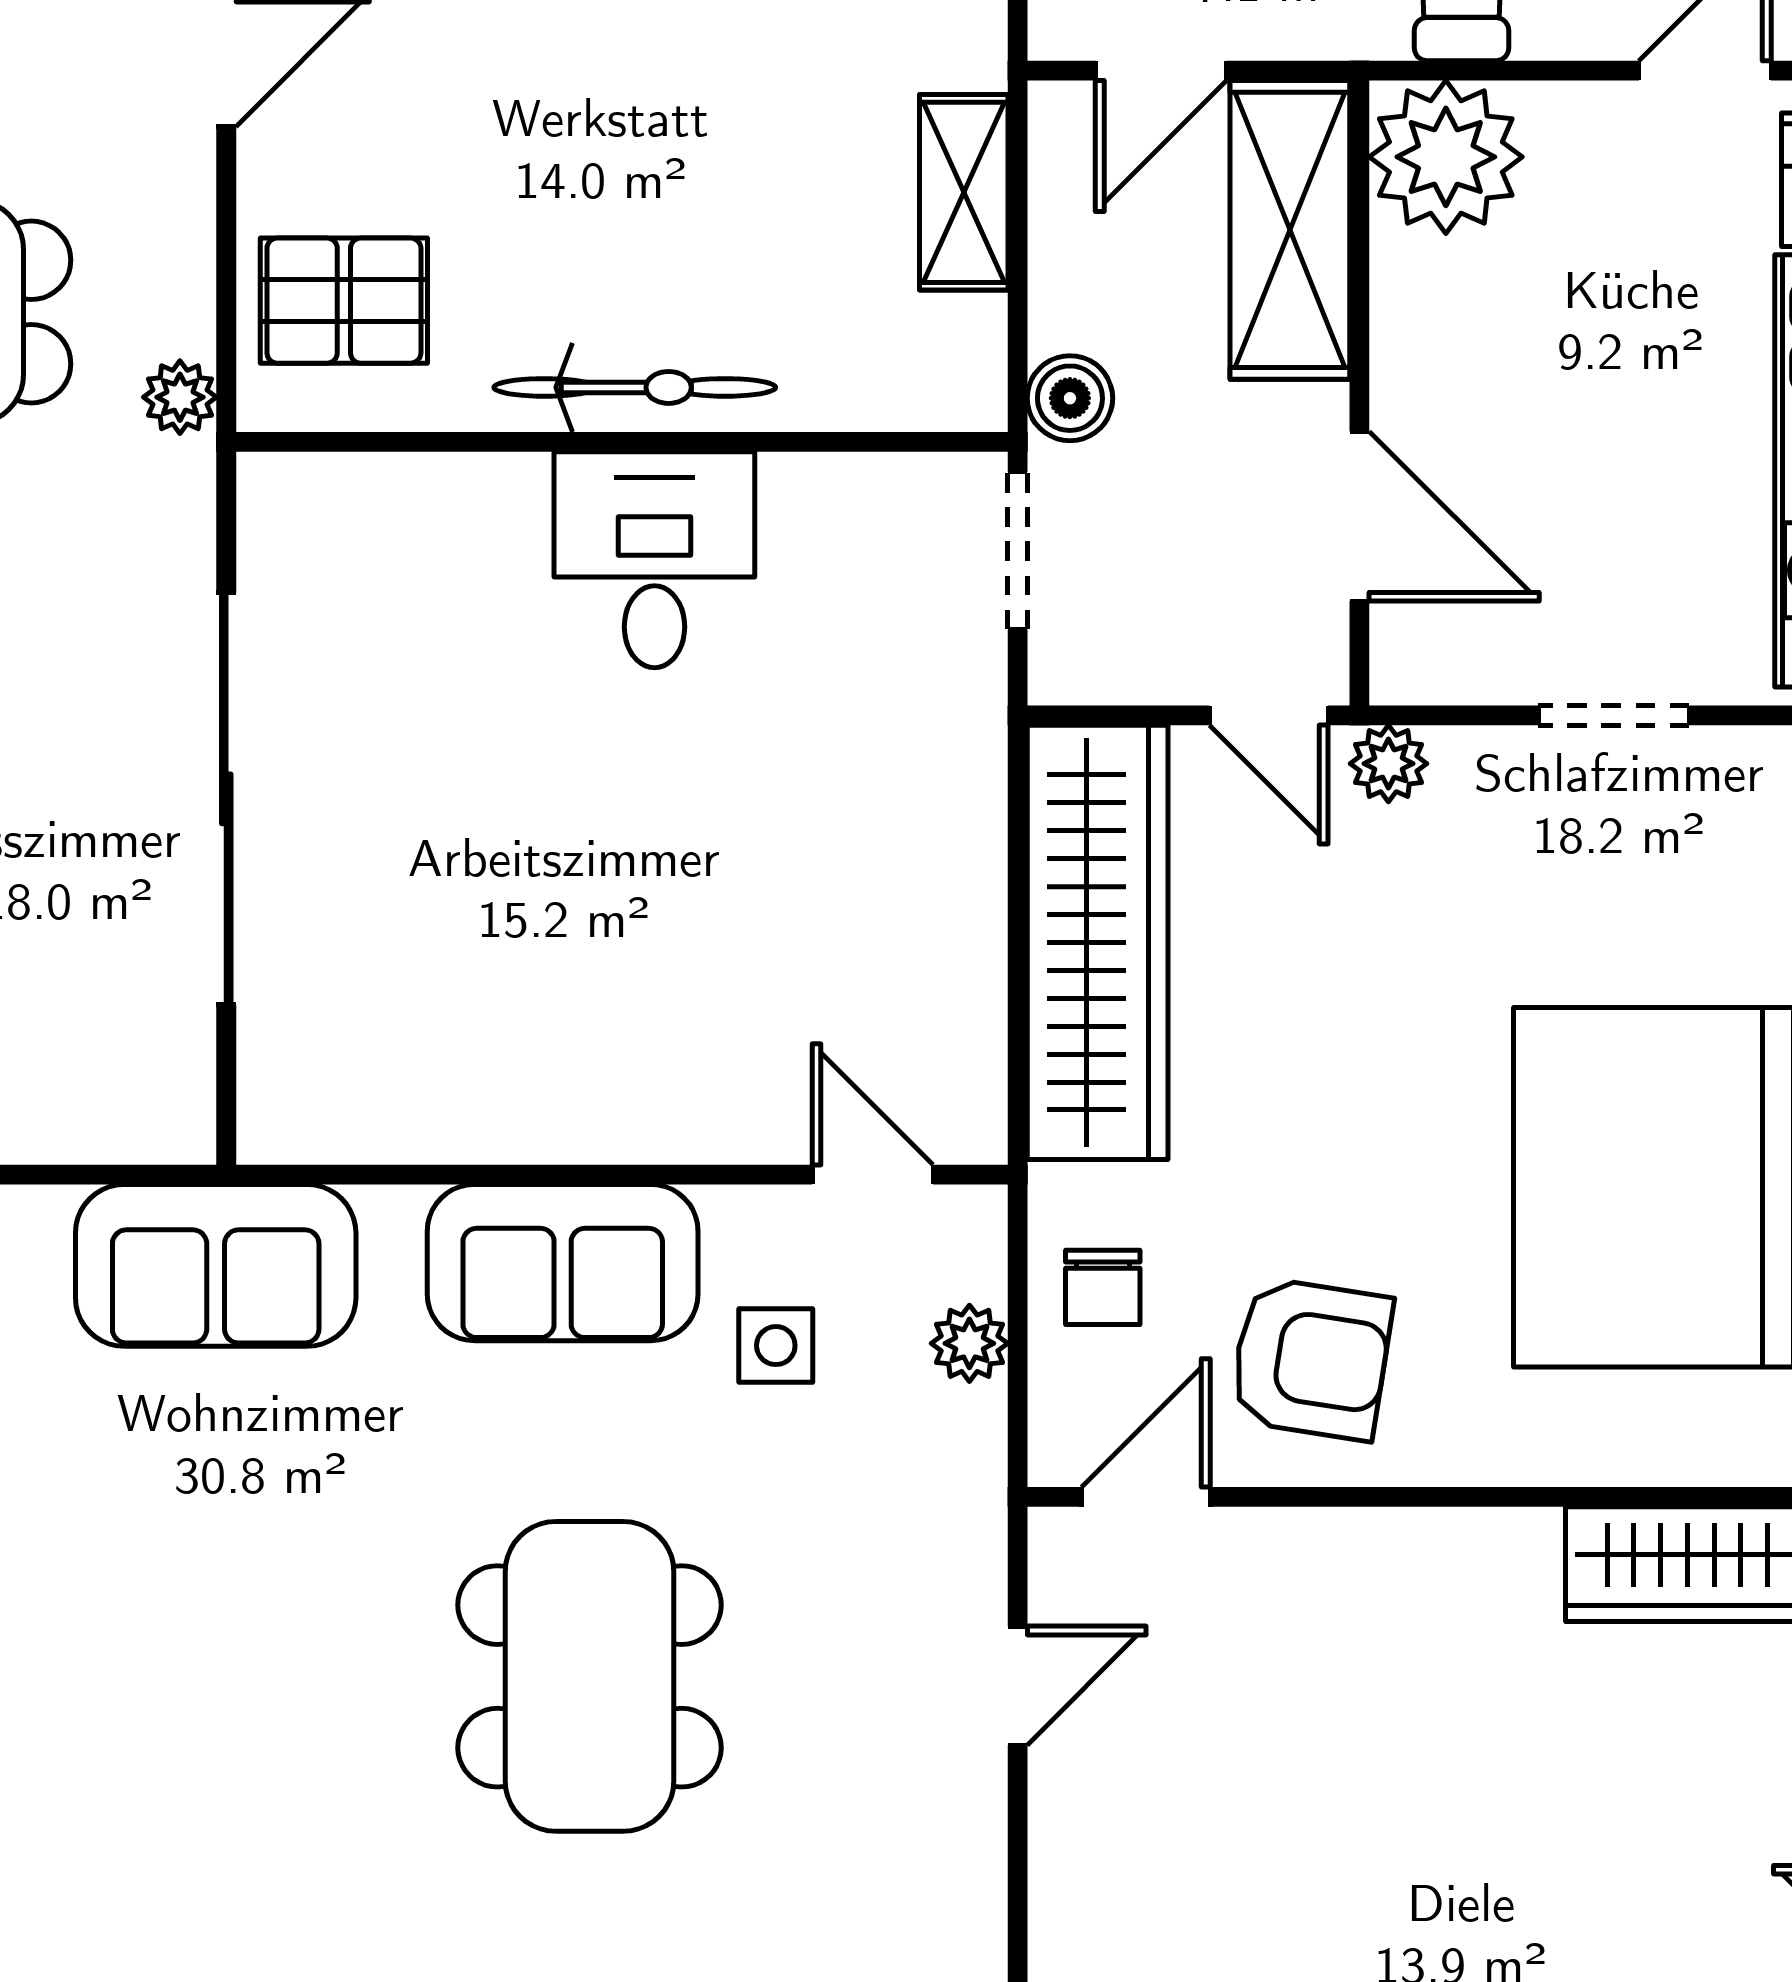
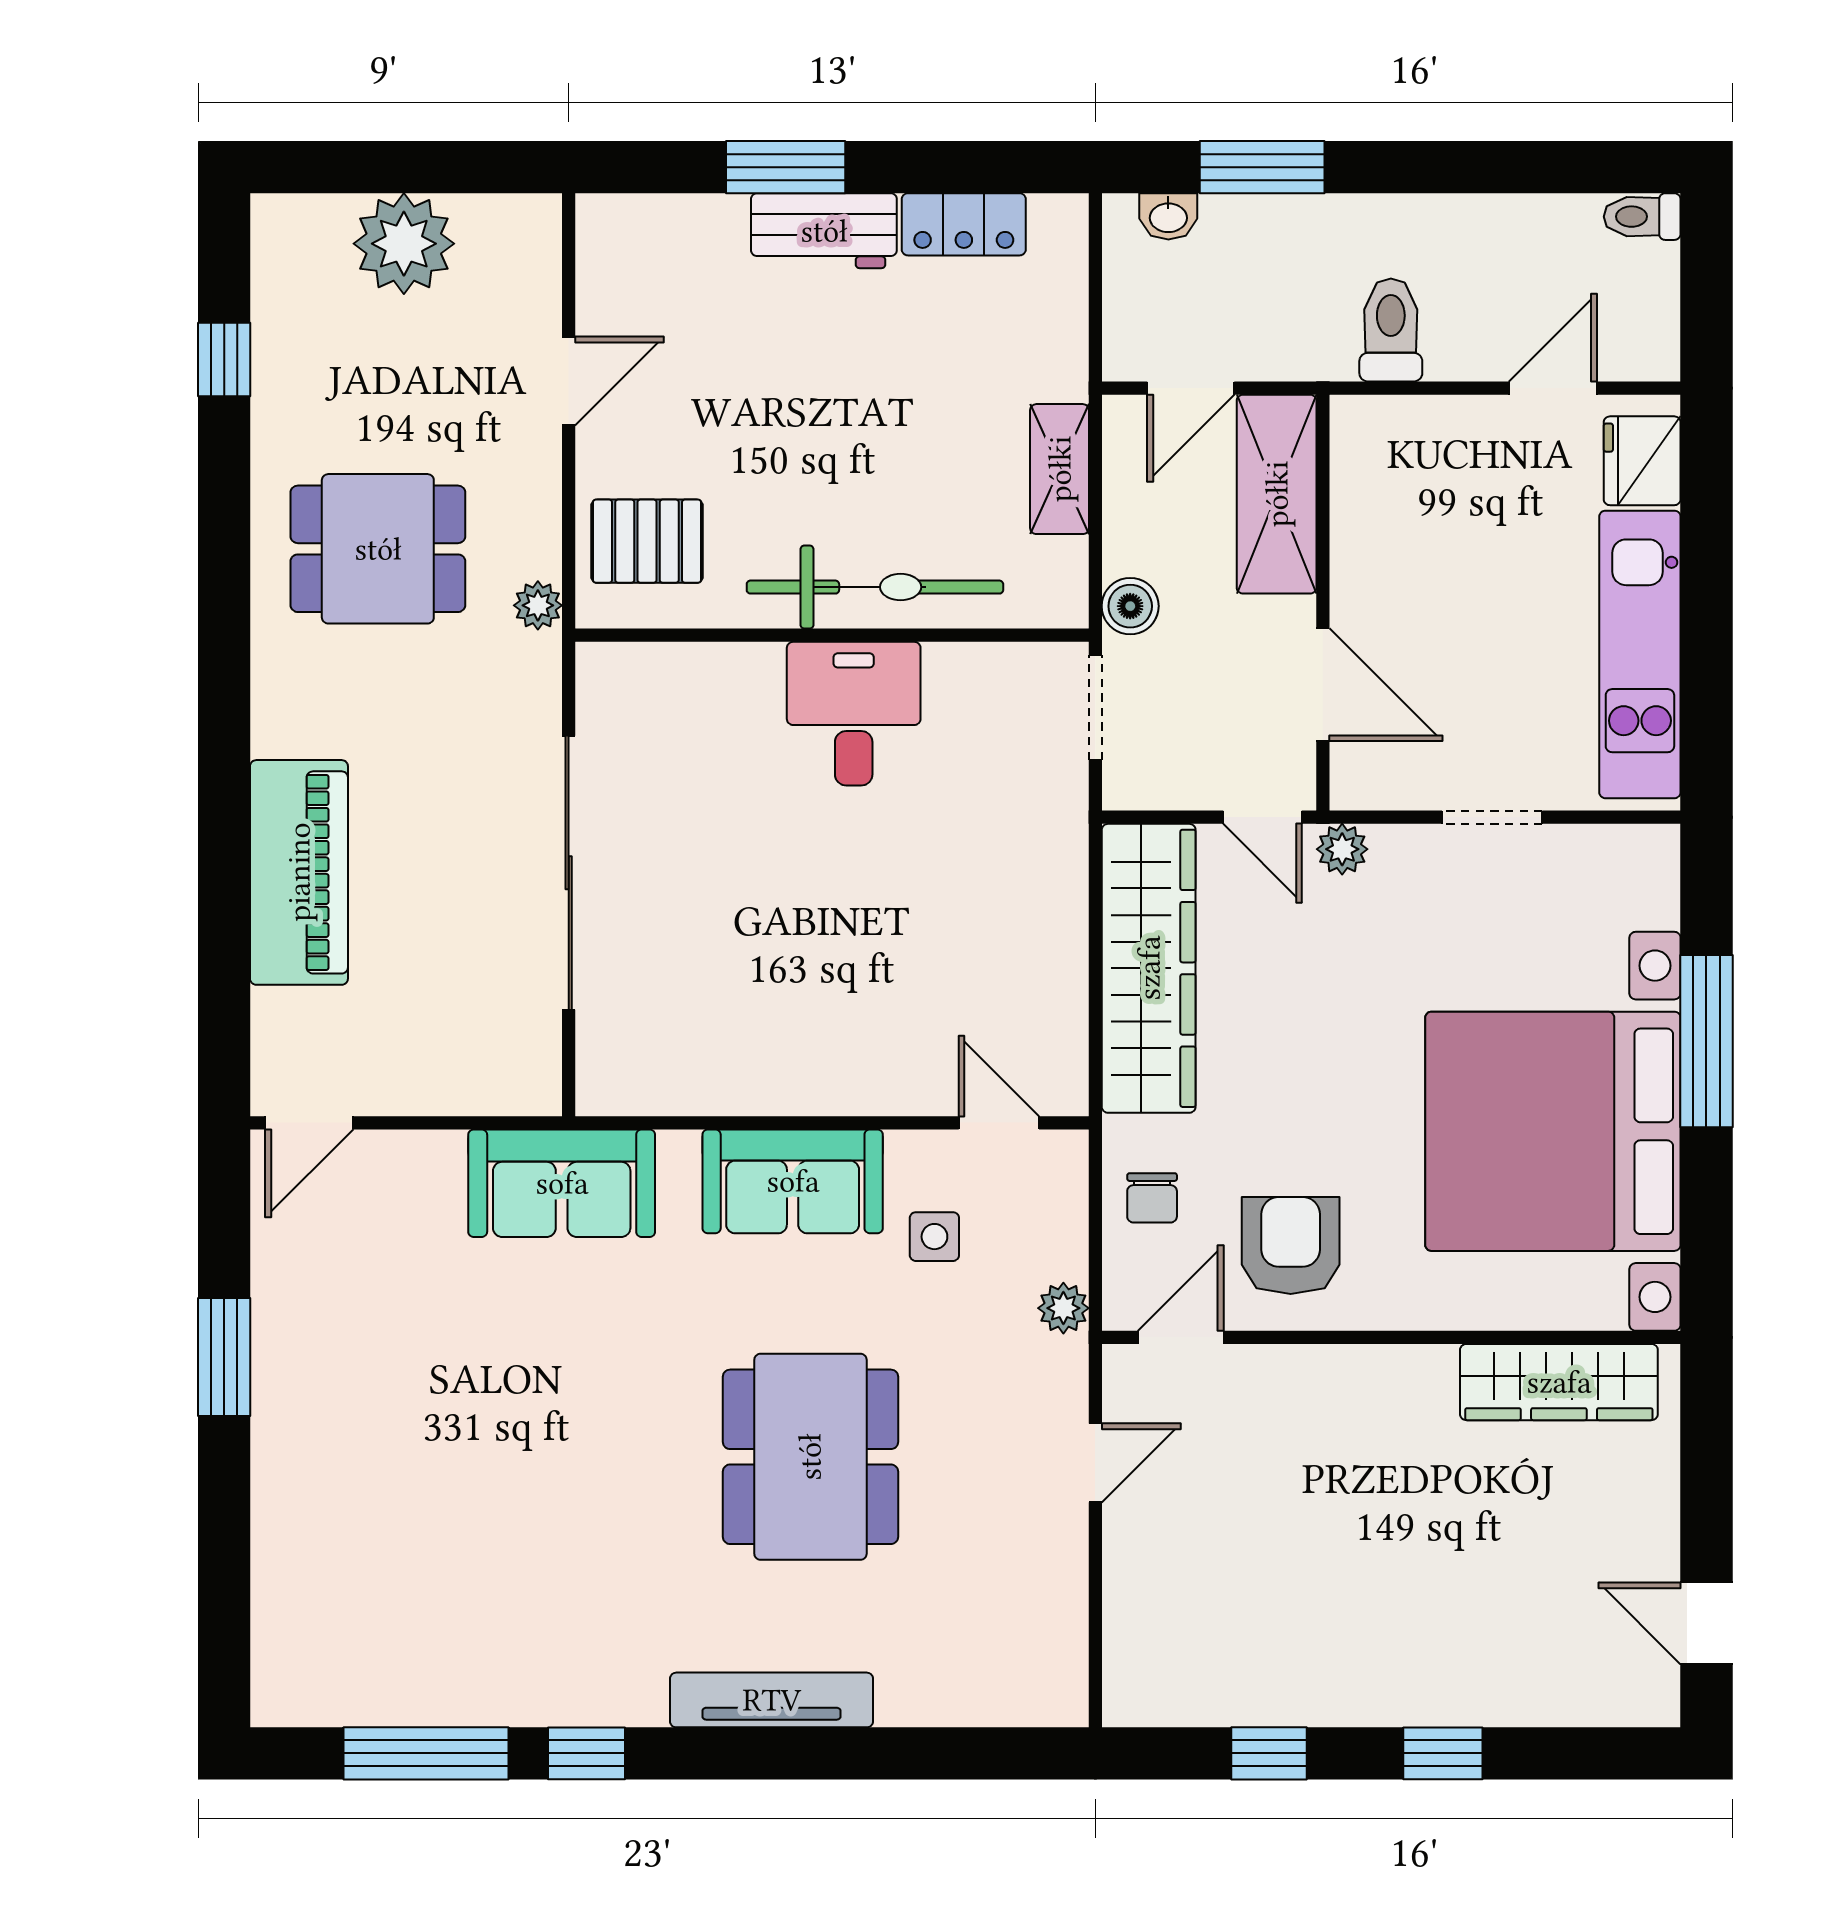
plant: (1446, 157) -> (1380, 446), removed
bicycle: (635, 387) -> (875, 587), width x1.37, depth x1.40
plant: (969, 1343) -> (1063, 1308), moved
armchair: (1311, 1359) -> (1291, 1245), turned -99

